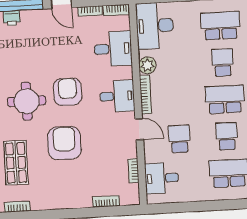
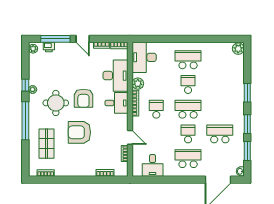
desk: (113, 49) -> (115, 76), width x1.37
armchair: (68, 92) -> (83, 98), turned 180
door: (139, 129) -> (130, 137), moved
school desk: (179, 139) -> (156, 109), moved
armchair: (64, 143) -> (79, 132), turned -90
desk: (162, 178) -> (153, 165), moved, turned -90

